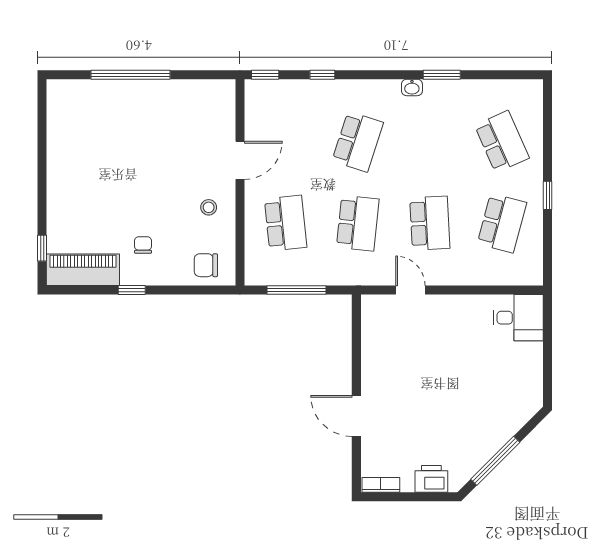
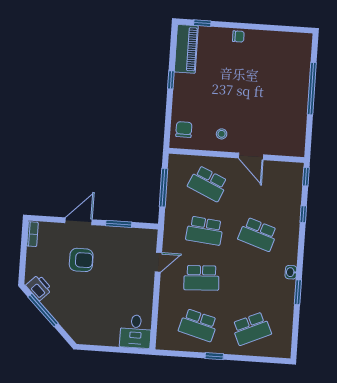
school desk: (286, 223) -> (208, 184), turned 30
chair: (143, 245) -> (238, 36), moved
window: (356, 355) -> (119, 224), added
armchair: (415, 408) -> (81, 260), added
printer: (431, 479) -> (39, 287), moved, turned -45

